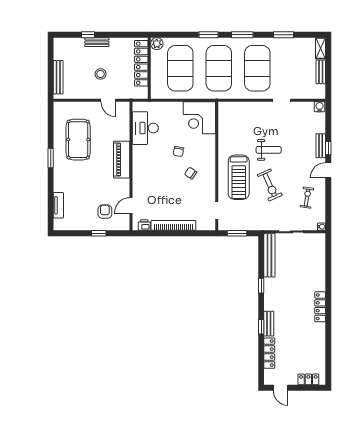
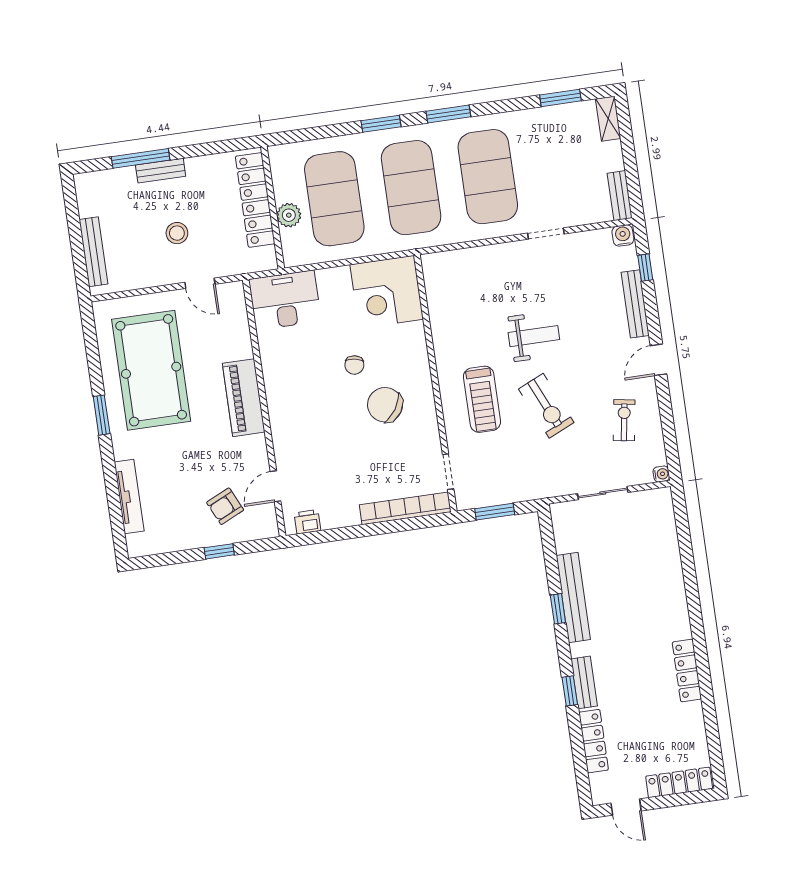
window: (88, 35) -> (141, 158), width x2.17
window: (283, 35) -> (560, 98), moved
plant: (157, 44) -> (289, 215), moved
bench: (321, 72) -> (620, 196), moved
desk: (145, 128) -> (285, 300), moved, turned 90
pool table: (78, 140) -> (151, 370), width x1.36, depth x1.32
bench: (321, 146) -> (635, 304), width x1.36
window: (328, 148) -> (645, 268), moved
chair: (191, 173) -> (385, 405), width x1.87, depth x1.87
treadmill: (239, 177) -> (482, 399), width x0.73, depth x0.73
tv unit: (58, 205) -> (129, 497), width x1.41
armchair: (105, 212) -> (225, 506), turned -115
bookcase: (173, 225) -> (405, 508), moved
bench: (269, 255) -> (573, 598), moved
locker: (320, 307) -> (687, 671), moved
locker: (308, 379) -> (679, 782), width x1.53

